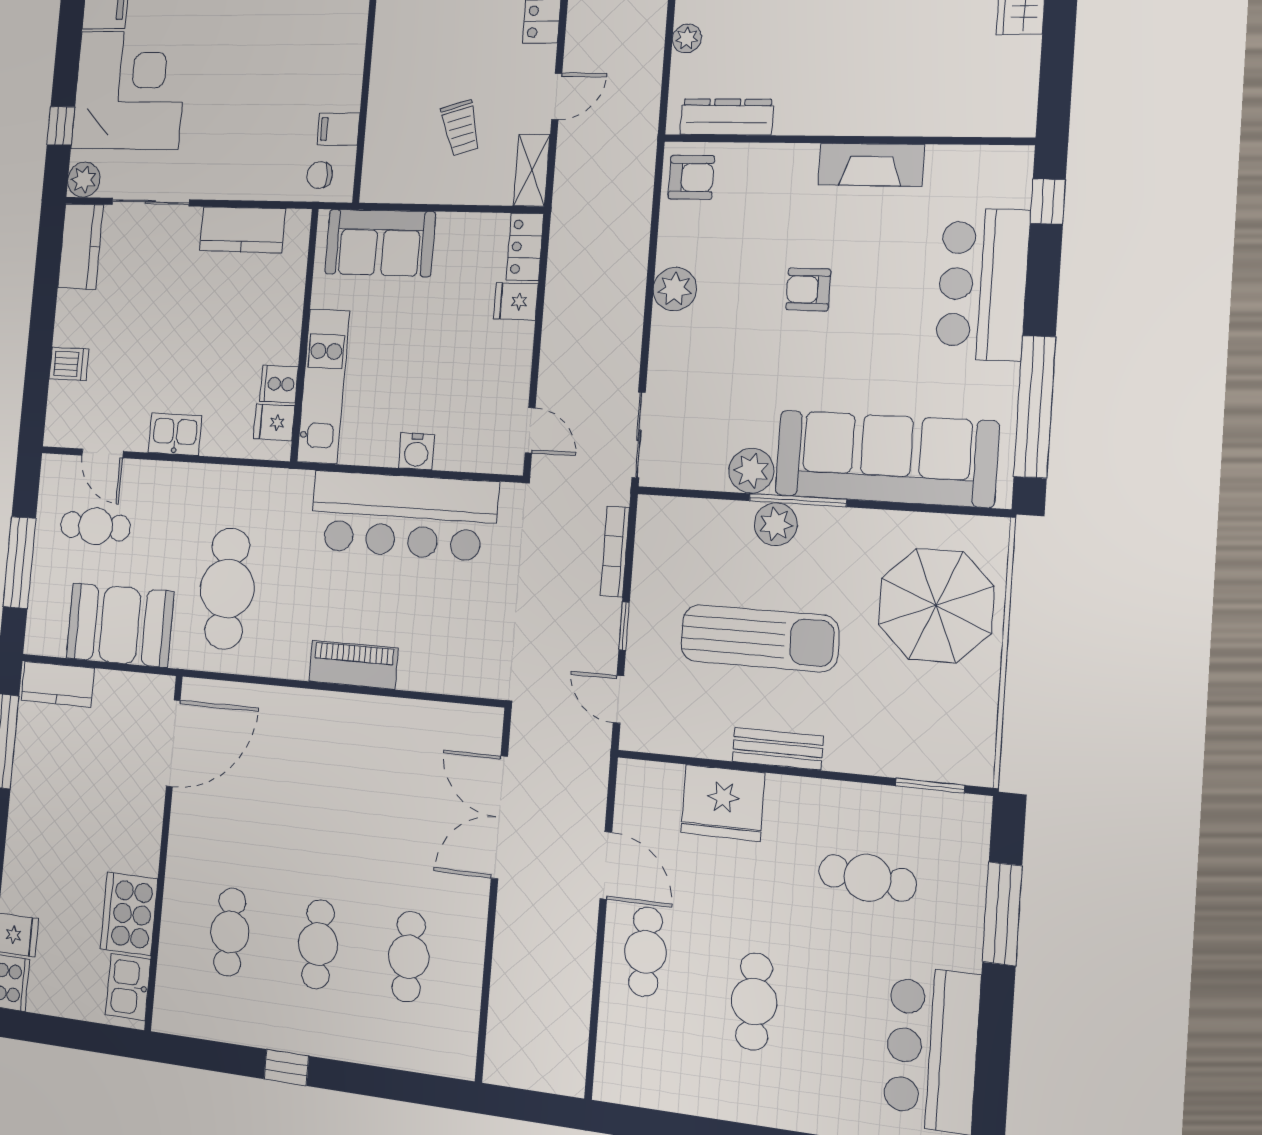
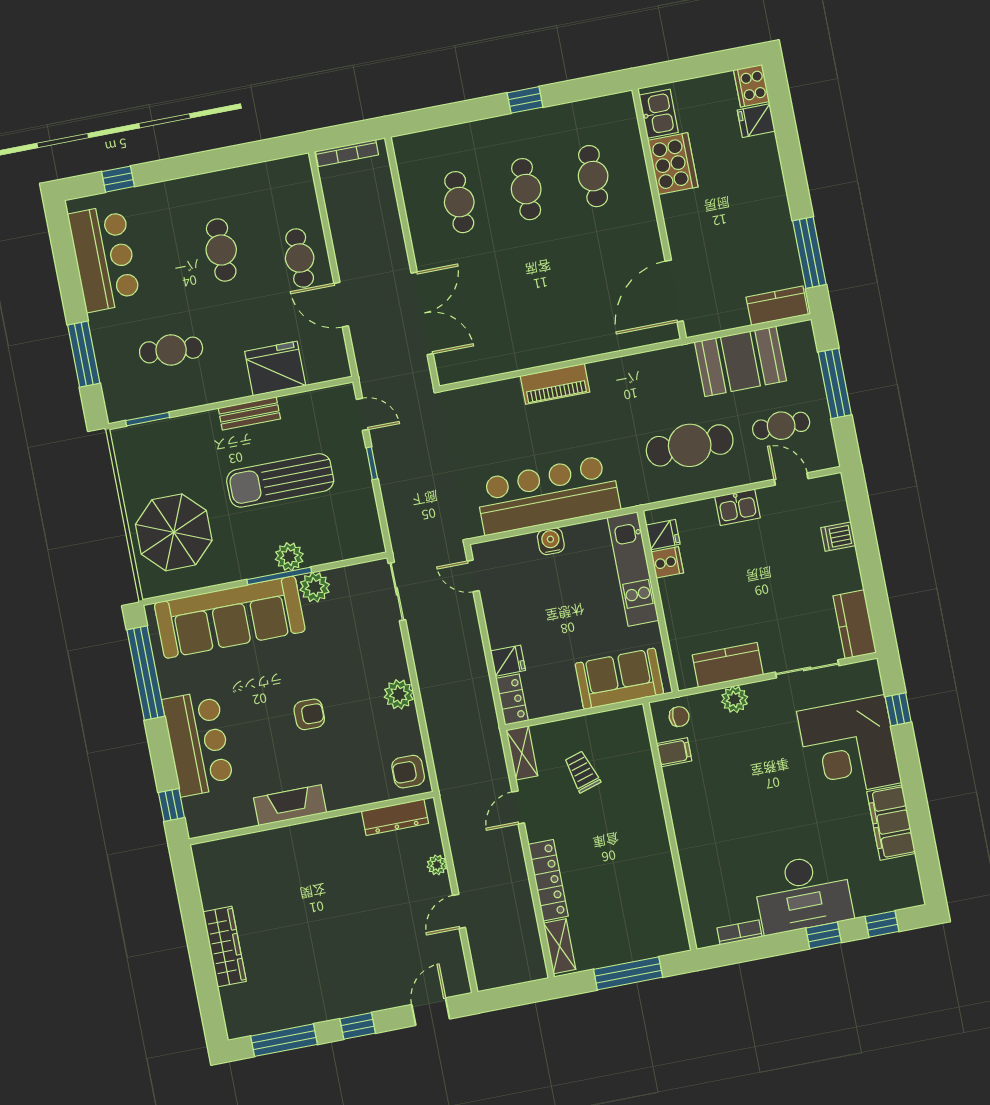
plant: (84, 180) -> (735, 699), moved
bookcase: (615, 551) -> (347, 153), moved, turned 90
cafe table: (227, 589) -> (690, 445), moved, turned 90

